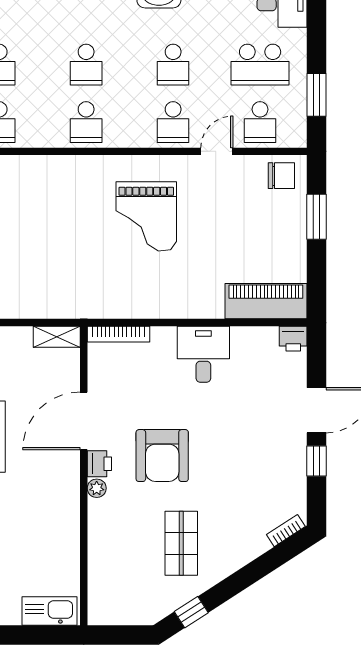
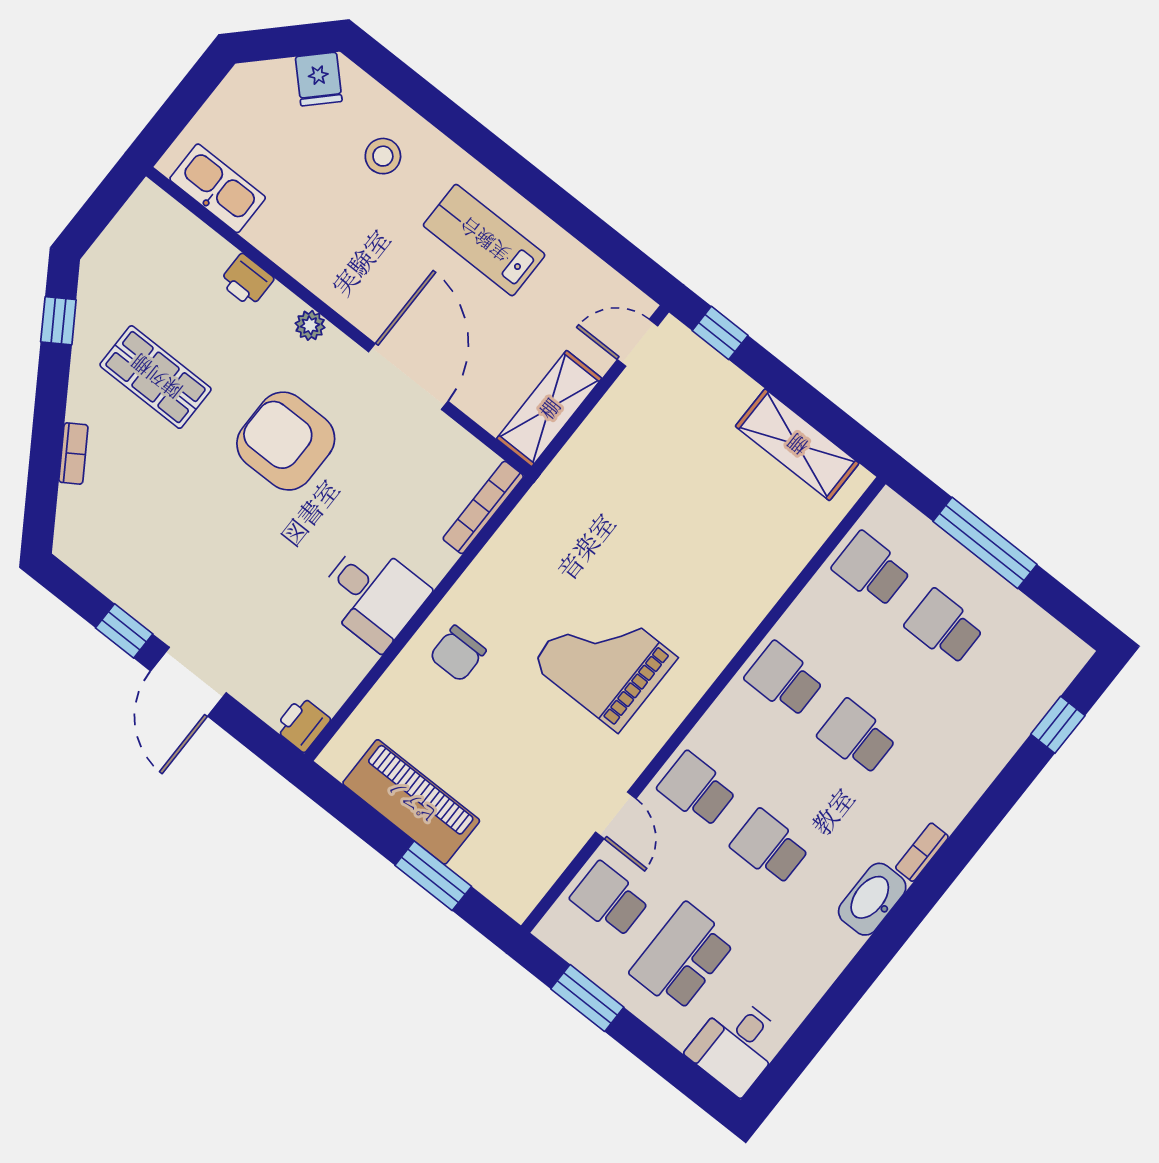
chair: (281, 176) -> (458, 654), moved
piano: (266, 301) -> (411, 802), moved, turned -90
shelving: (57, 337) -> (549, 408), width x1.50, depth x1.33
printer: (99, 464) -> (246, 280), moved
bookcase: (286, 531) -> (73, 454), moved
kitchen sink: (49, 611) -> (218, 188), moved, turned -90

